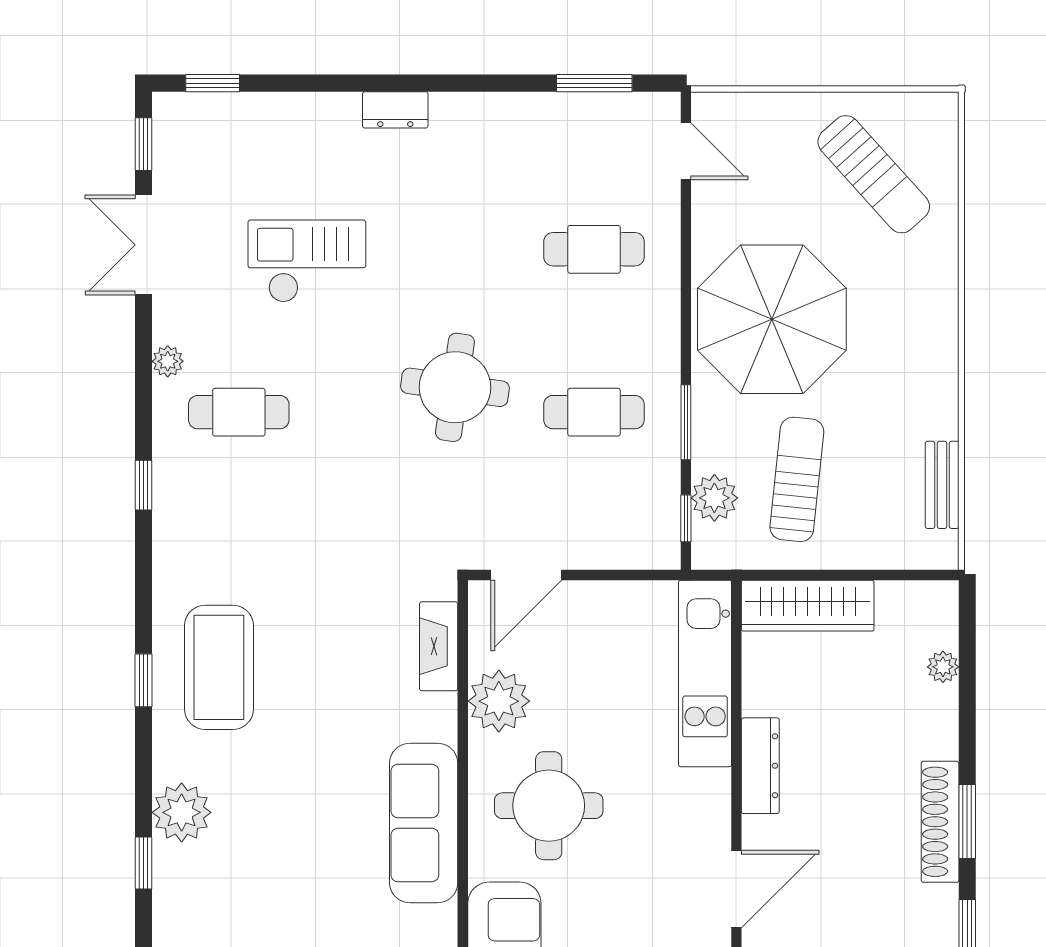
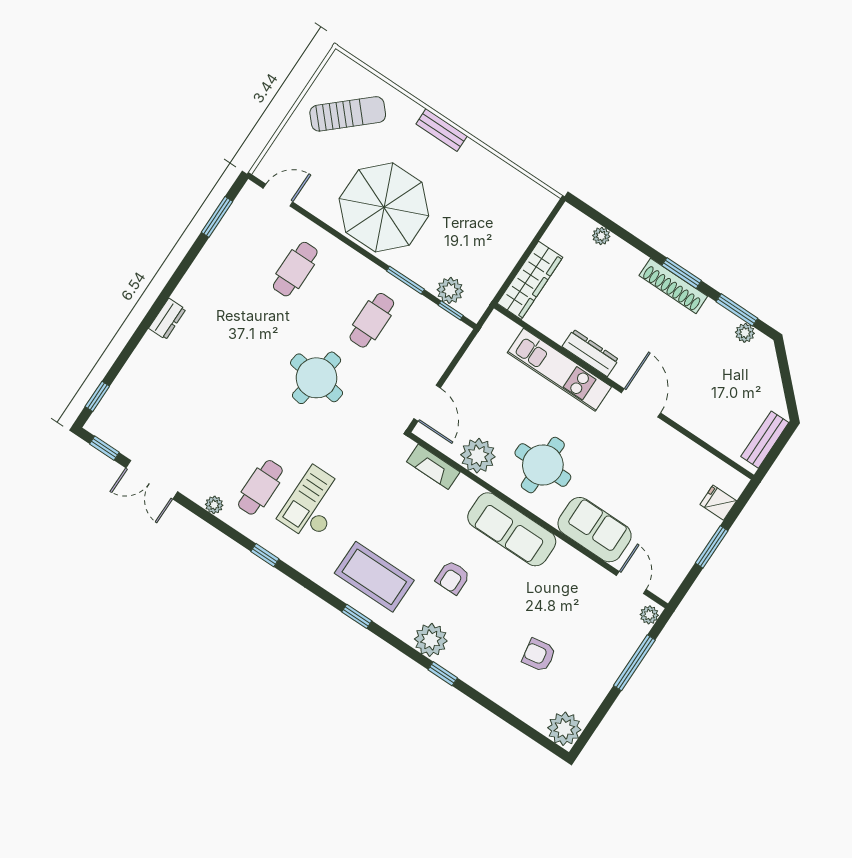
checkout: (307, 261) -> (314, 504), moved
sun lounger: (797, 479) -> (467, 246), removed
bench: (942, 485) -> (442, 130), moved
kitchen unit: (705, 673) -> (559, 370), moved
armchair: (295, 783) -> (453, 577), added

